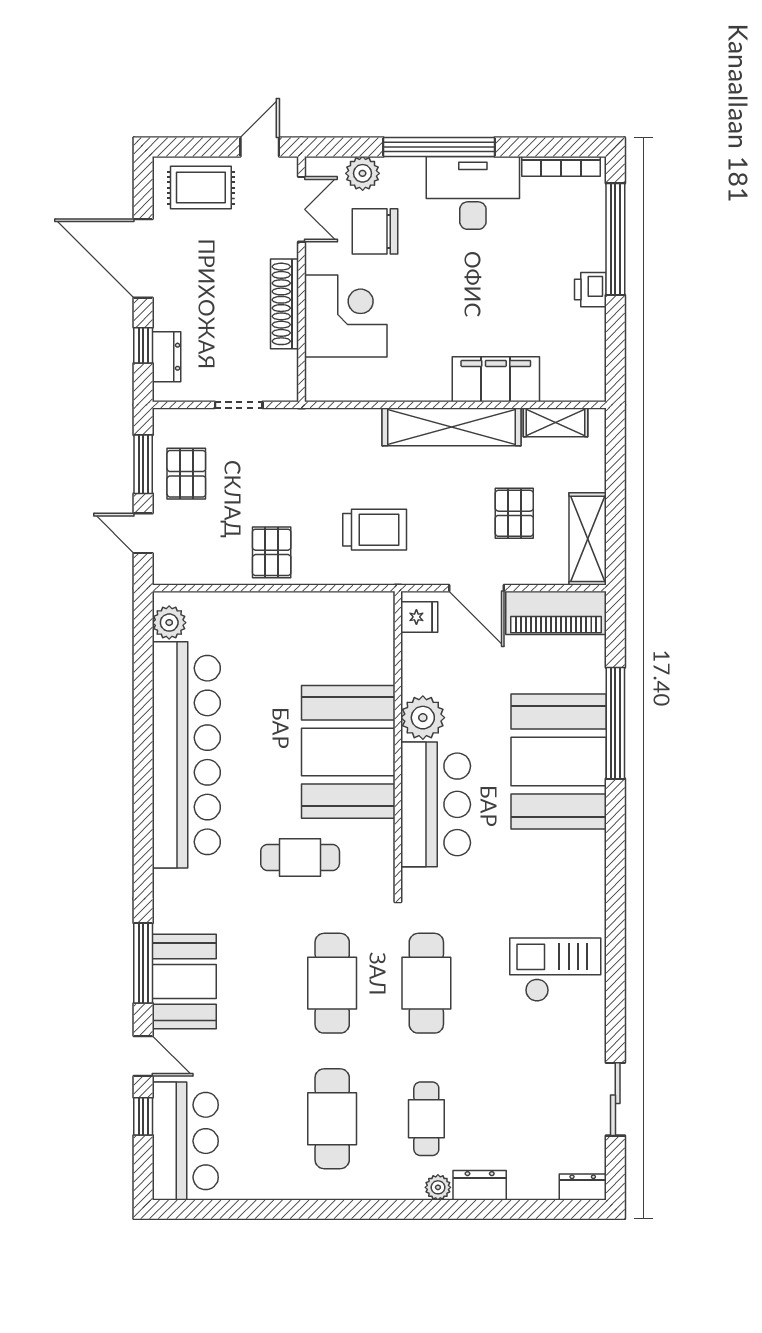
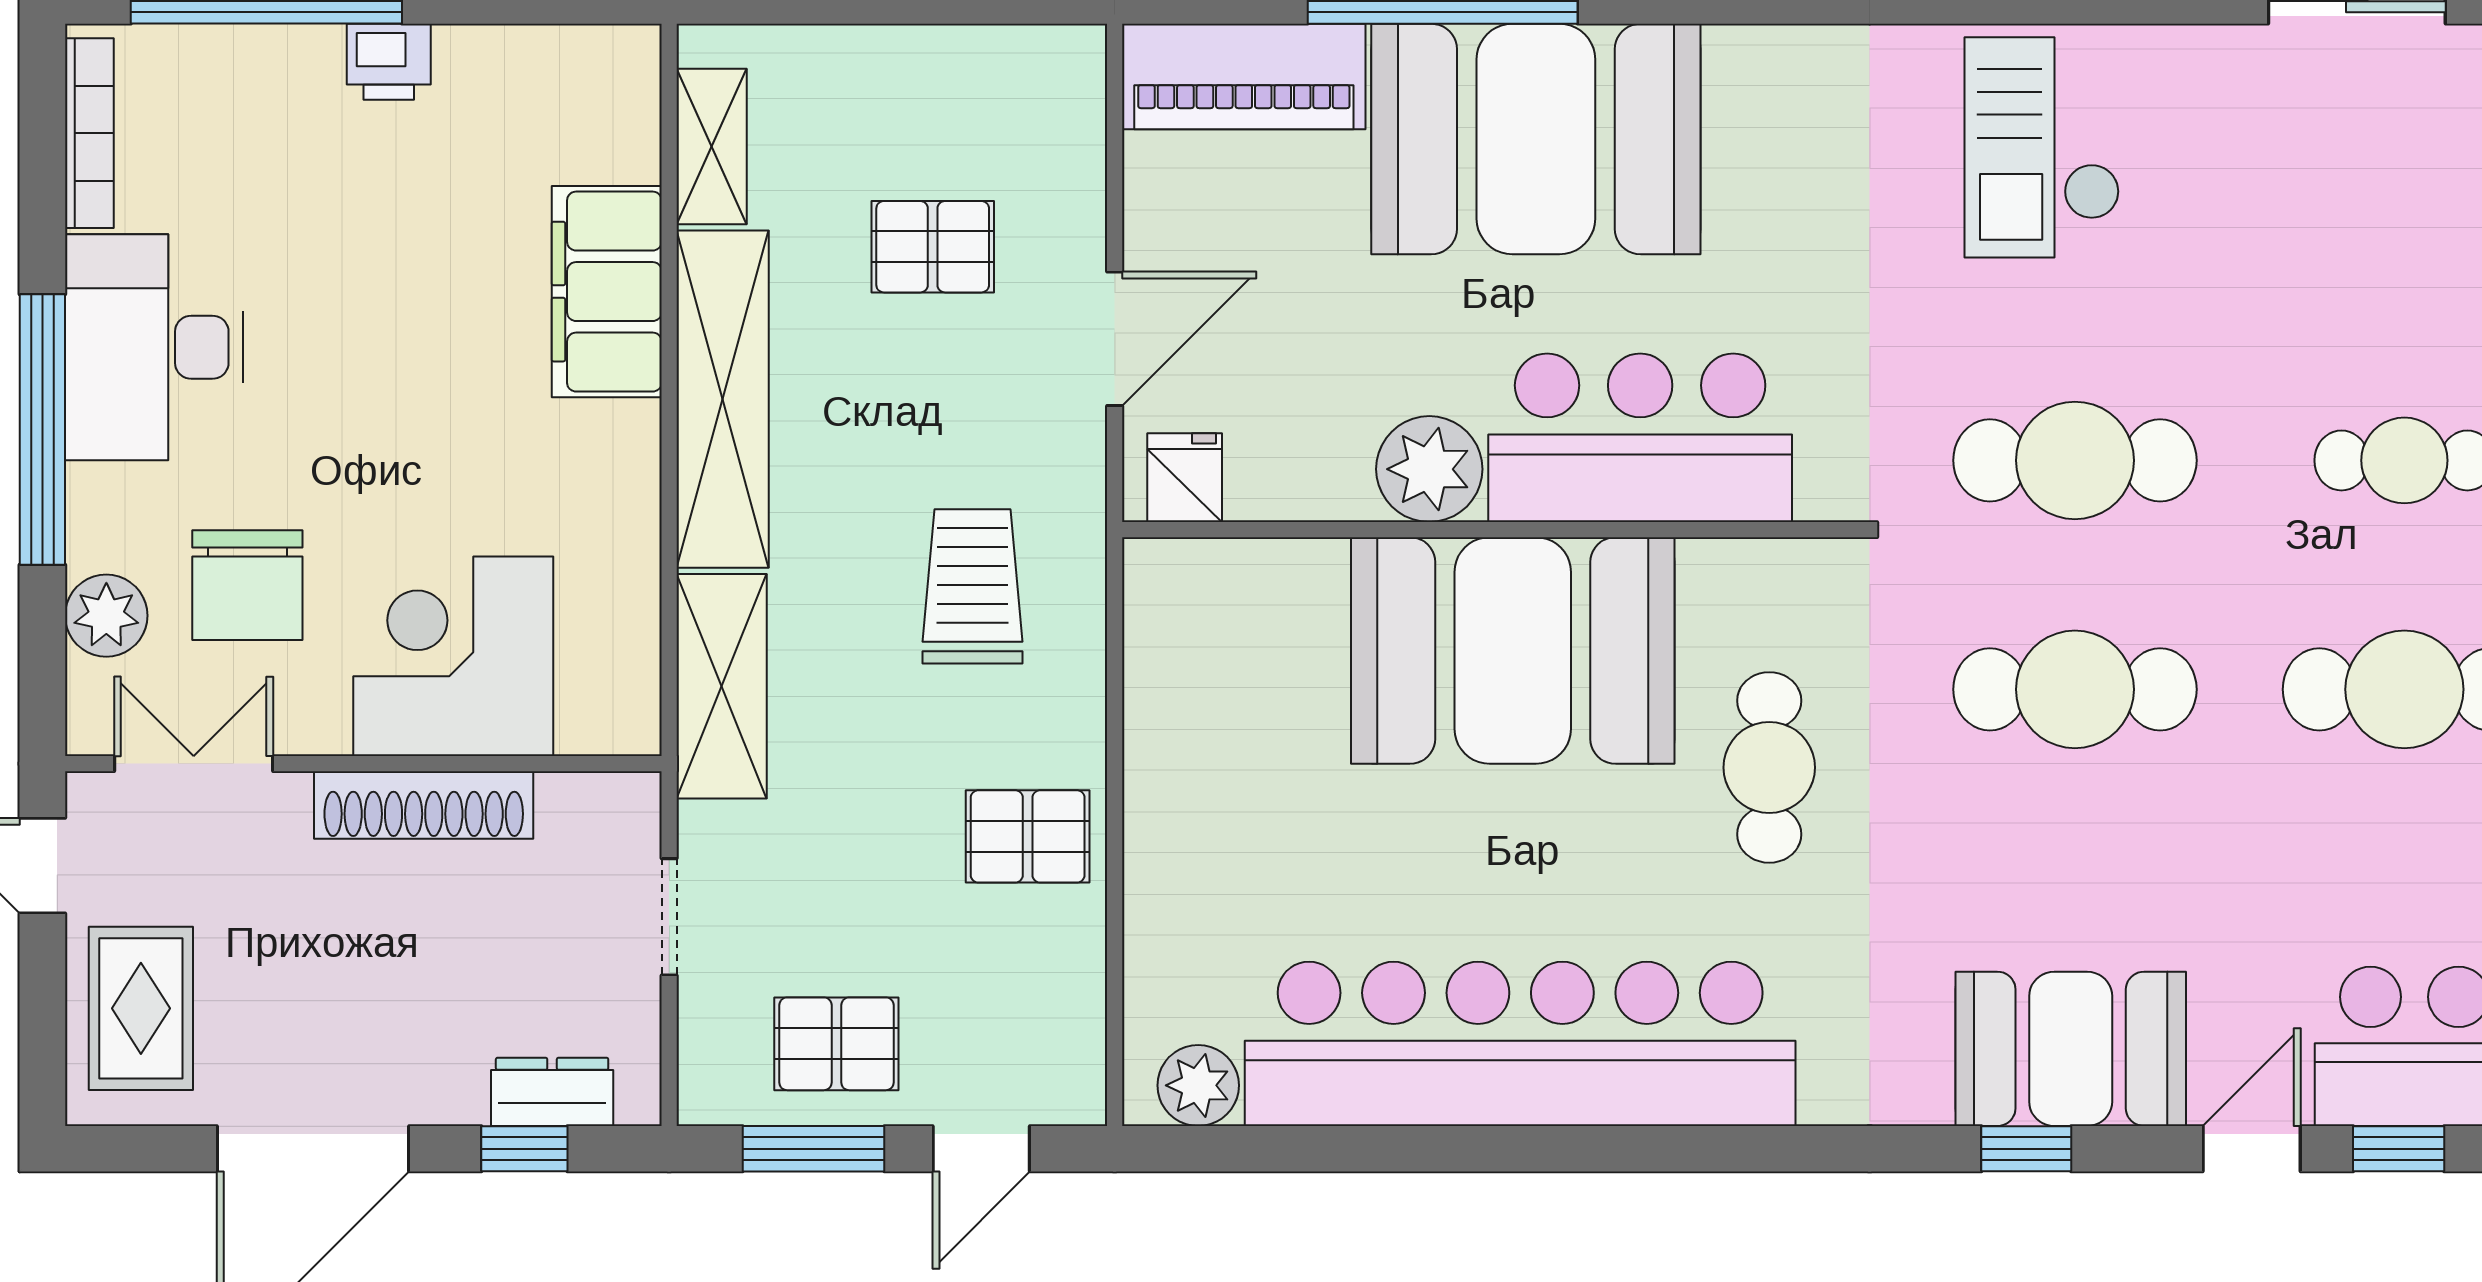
shelving: (588, 539) -> (722, 686), moved, turned 90
piano: (556, 613) -> (1244, 77), moved, turned 90
window: (143, 963) -> (2026, 1149), width x0.46

